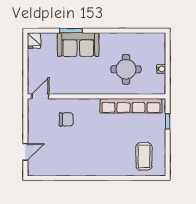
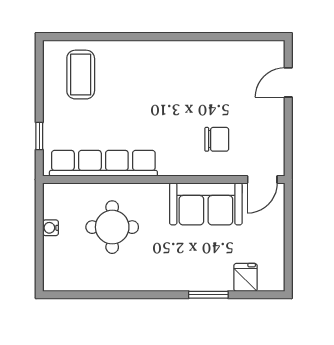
fridge: (34, 41) -> (246, 277), moved
sofa: (78, 45) -> (206, 204), moved, turned 180
chair: (66, 119) -> (217, 139), turned 180

